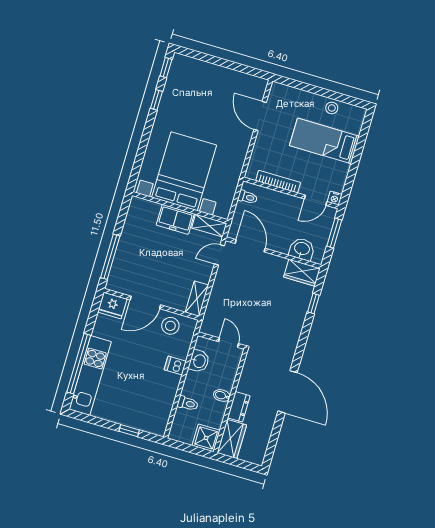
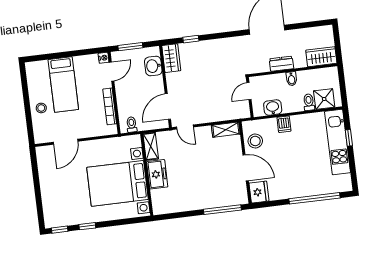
stool: (332, 108) -> (41, 108), moved
bed with nightstands: (184, 171) -> (118, 183), moved
door: (316, 200) -> (112, 72), hinge flipped
wall: (180, 208) -> (147, 175), moved
freezer: (175, 219) -> (157, 174), moved
shelving: (209, 226) -> (151, 146), moved
kitchen unit: (90, 376) -> (338, 142), moved, turned -90
dresser: (239, 407) -> (281, 64), moved
shower: (206, 438) -> (324, 99), moved

